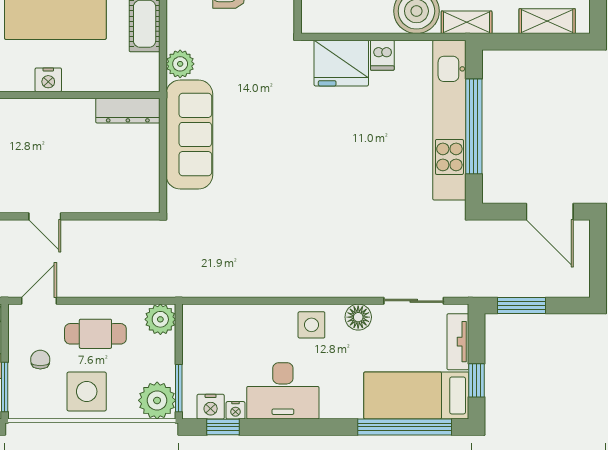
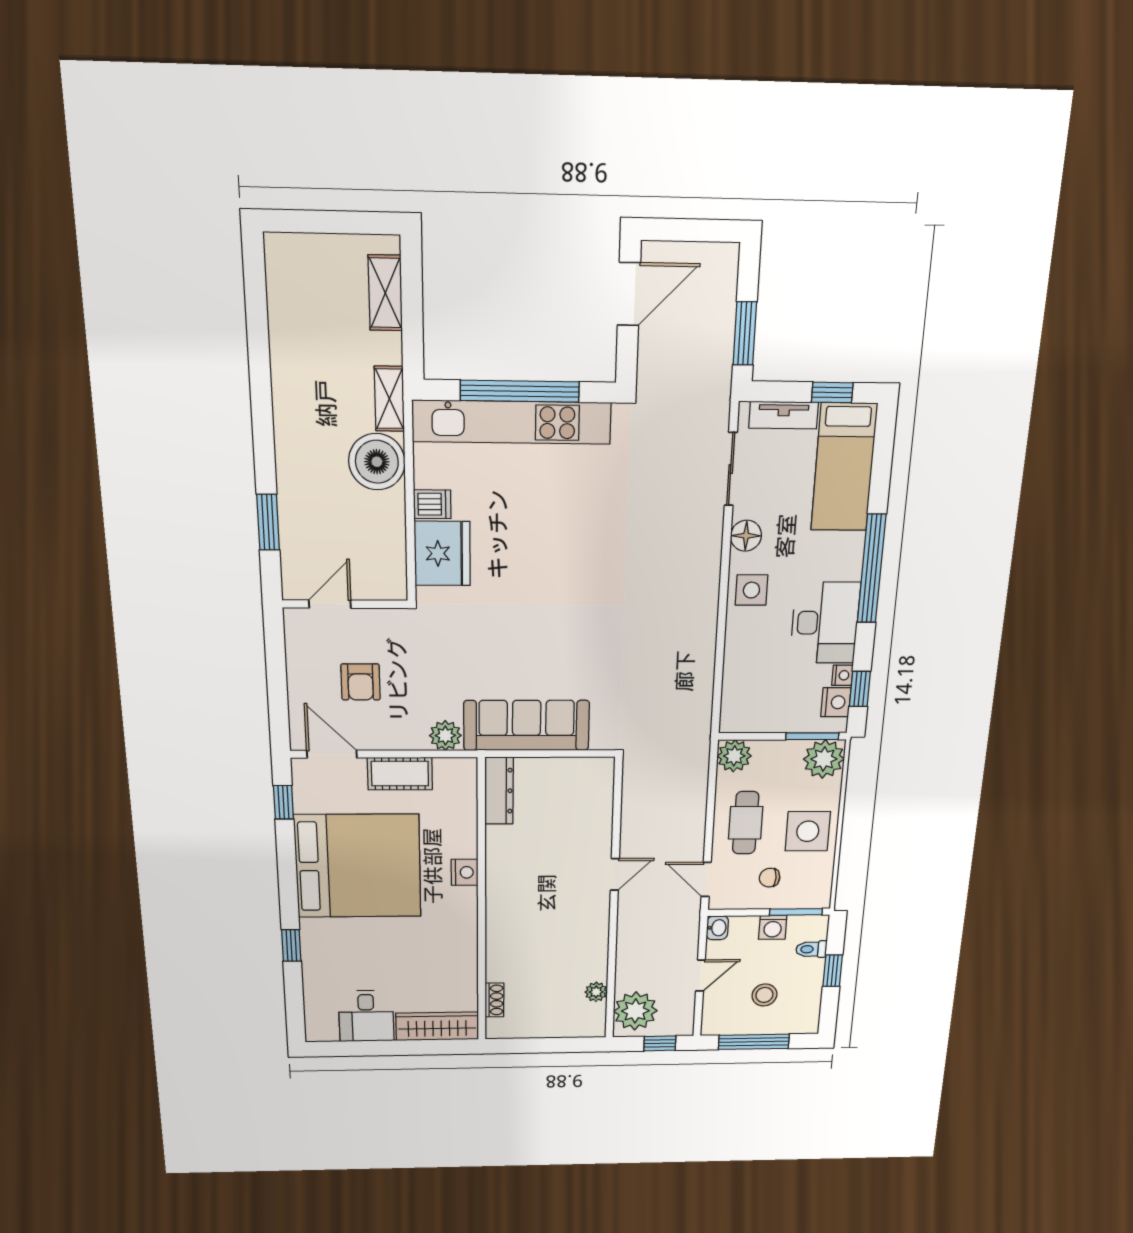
window: (405, 427) -> (872, 569), moved

